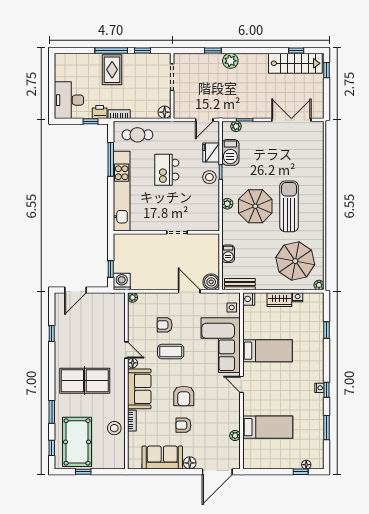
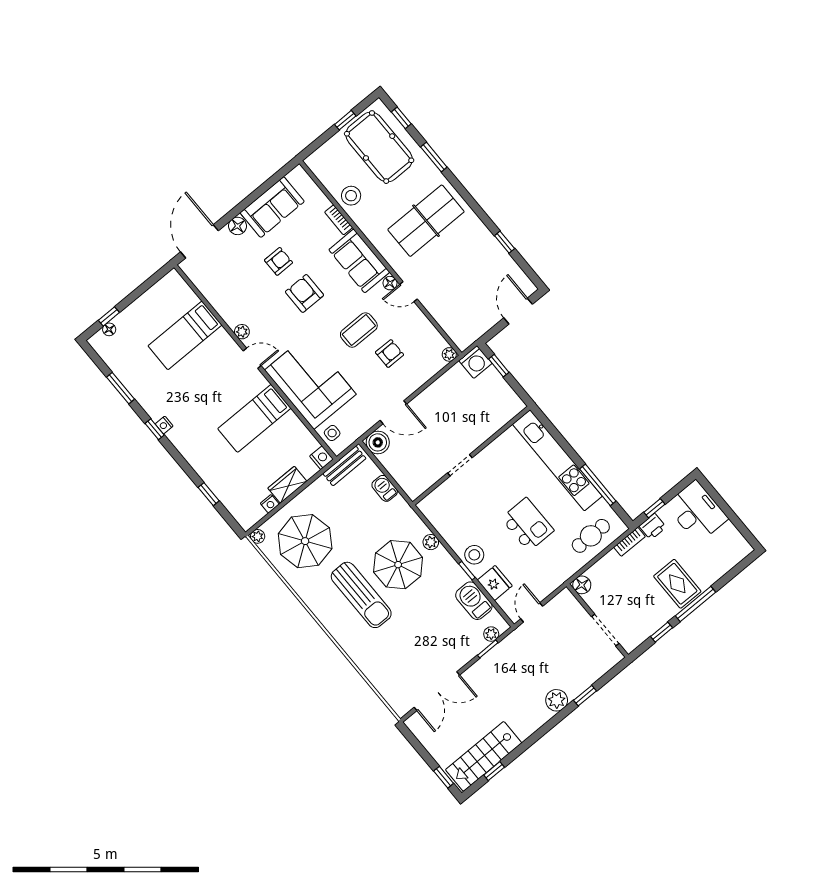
plant: (235, 436) -> (242, 332), moved

